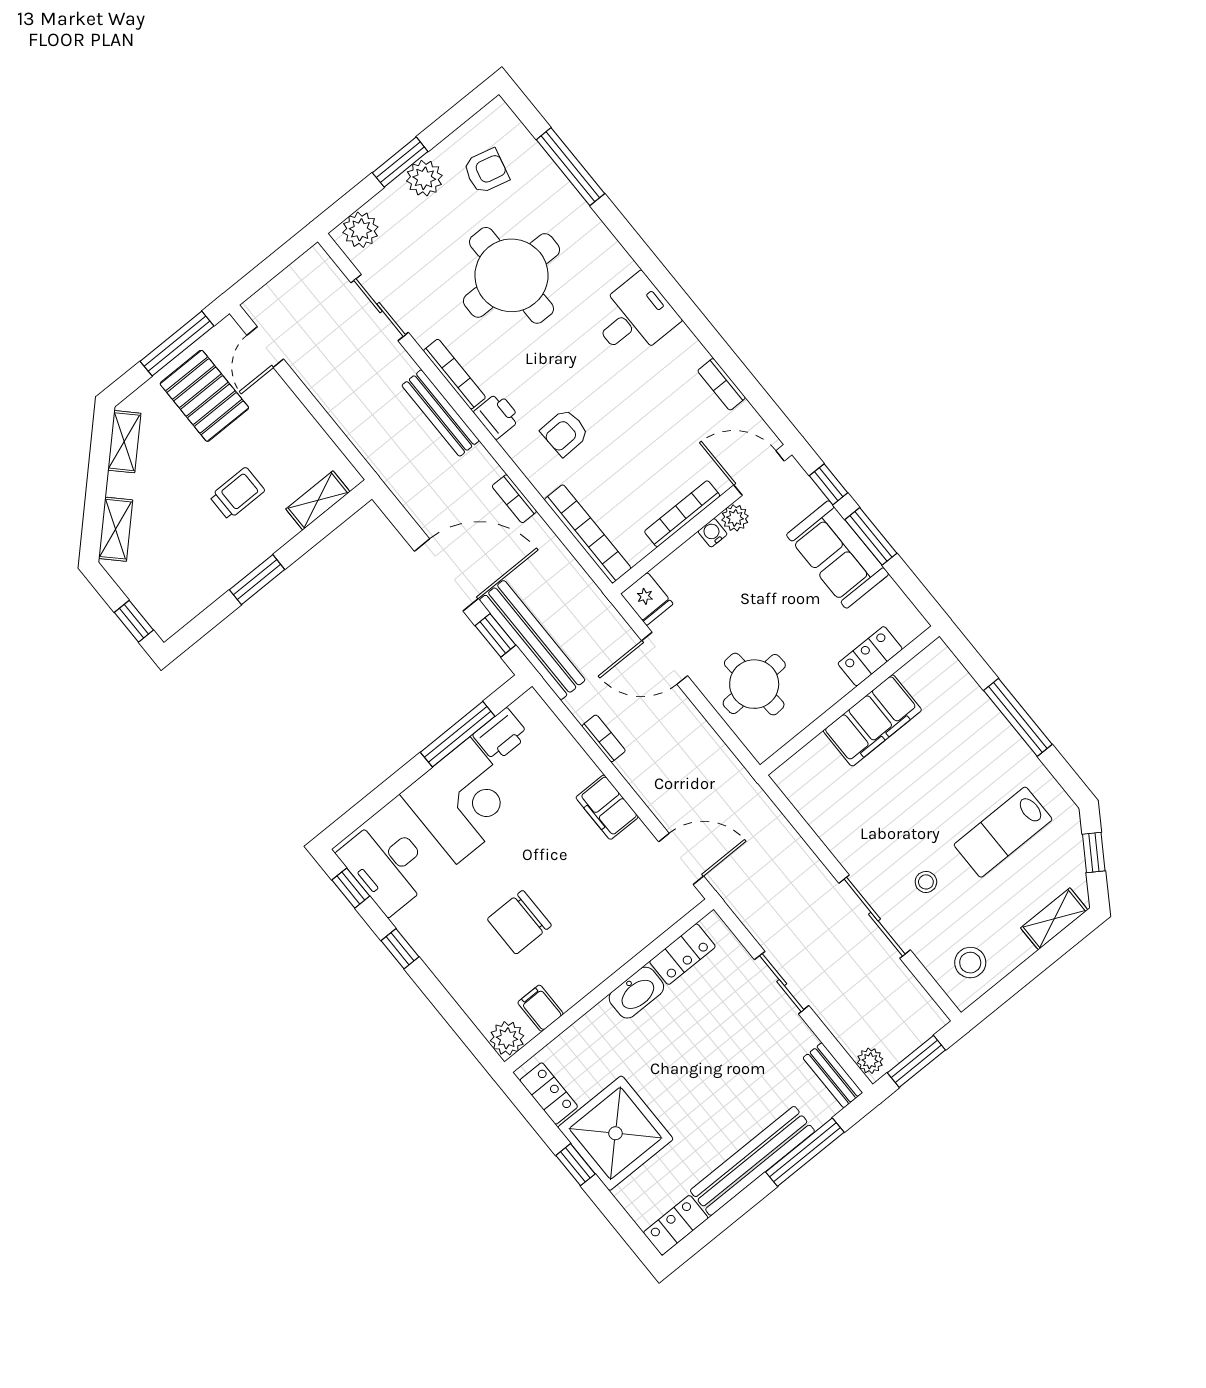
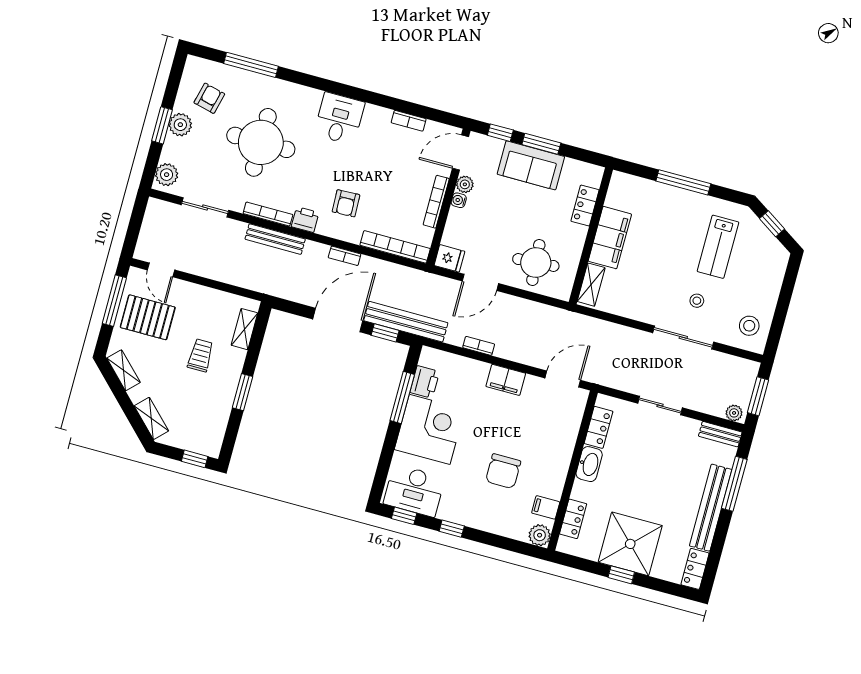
shelving: (1054, 919) -> (591, 285), moved
locker: (549, 1094) -> (573, 519), moved, turned 90

